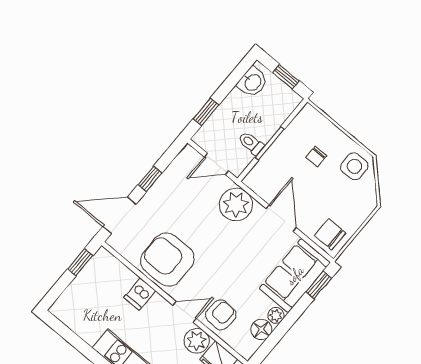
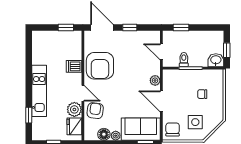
washbasin: (253, 82) -> (216, 60), moved, turned 180
side table: (354, 166) -> (195, 122), moved
plant: (236, 205) -> (155, 80), width x0.53, depth x0.53
door: (281, 218) -> (161, 101), swing flipped
armchair: (167, 260) -> (100, 66), turned 180
armchair: (221, 315) -> (95, 111), turned -87

